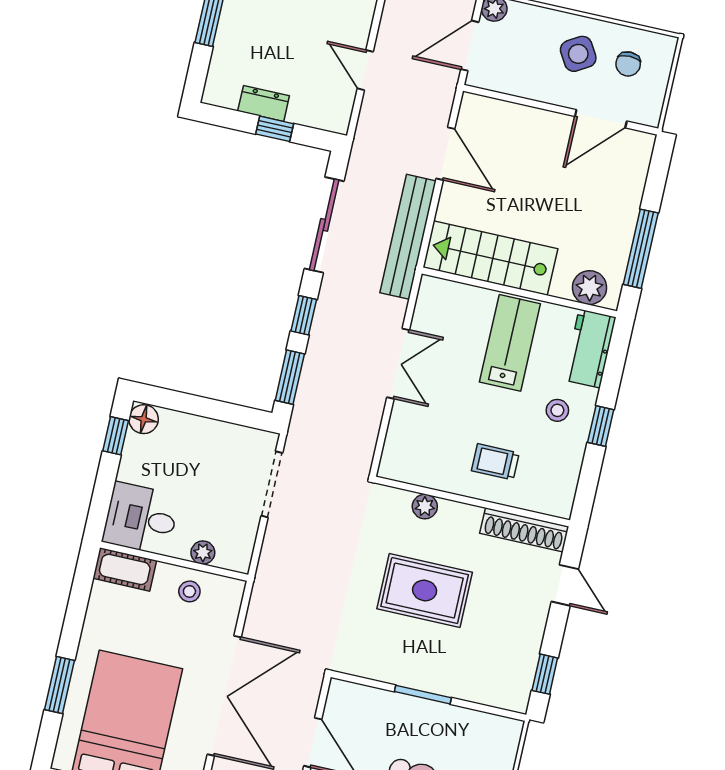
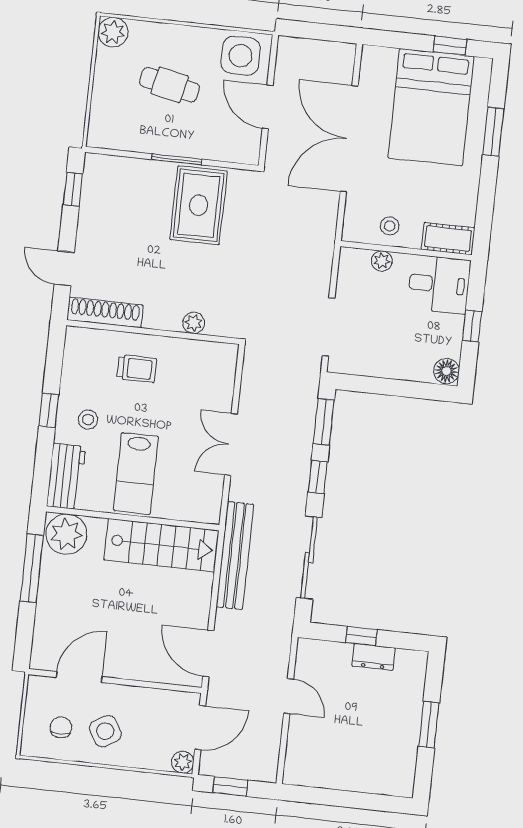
door: (445, 154) -> (208, 653), moved
plant: (589, 288) -> (66, 534), width x1.36, depth x1.36
window: (116, 436) -> (472, 326), moved
rug: (425, 590) -> (199, 205), moved, turned 90

